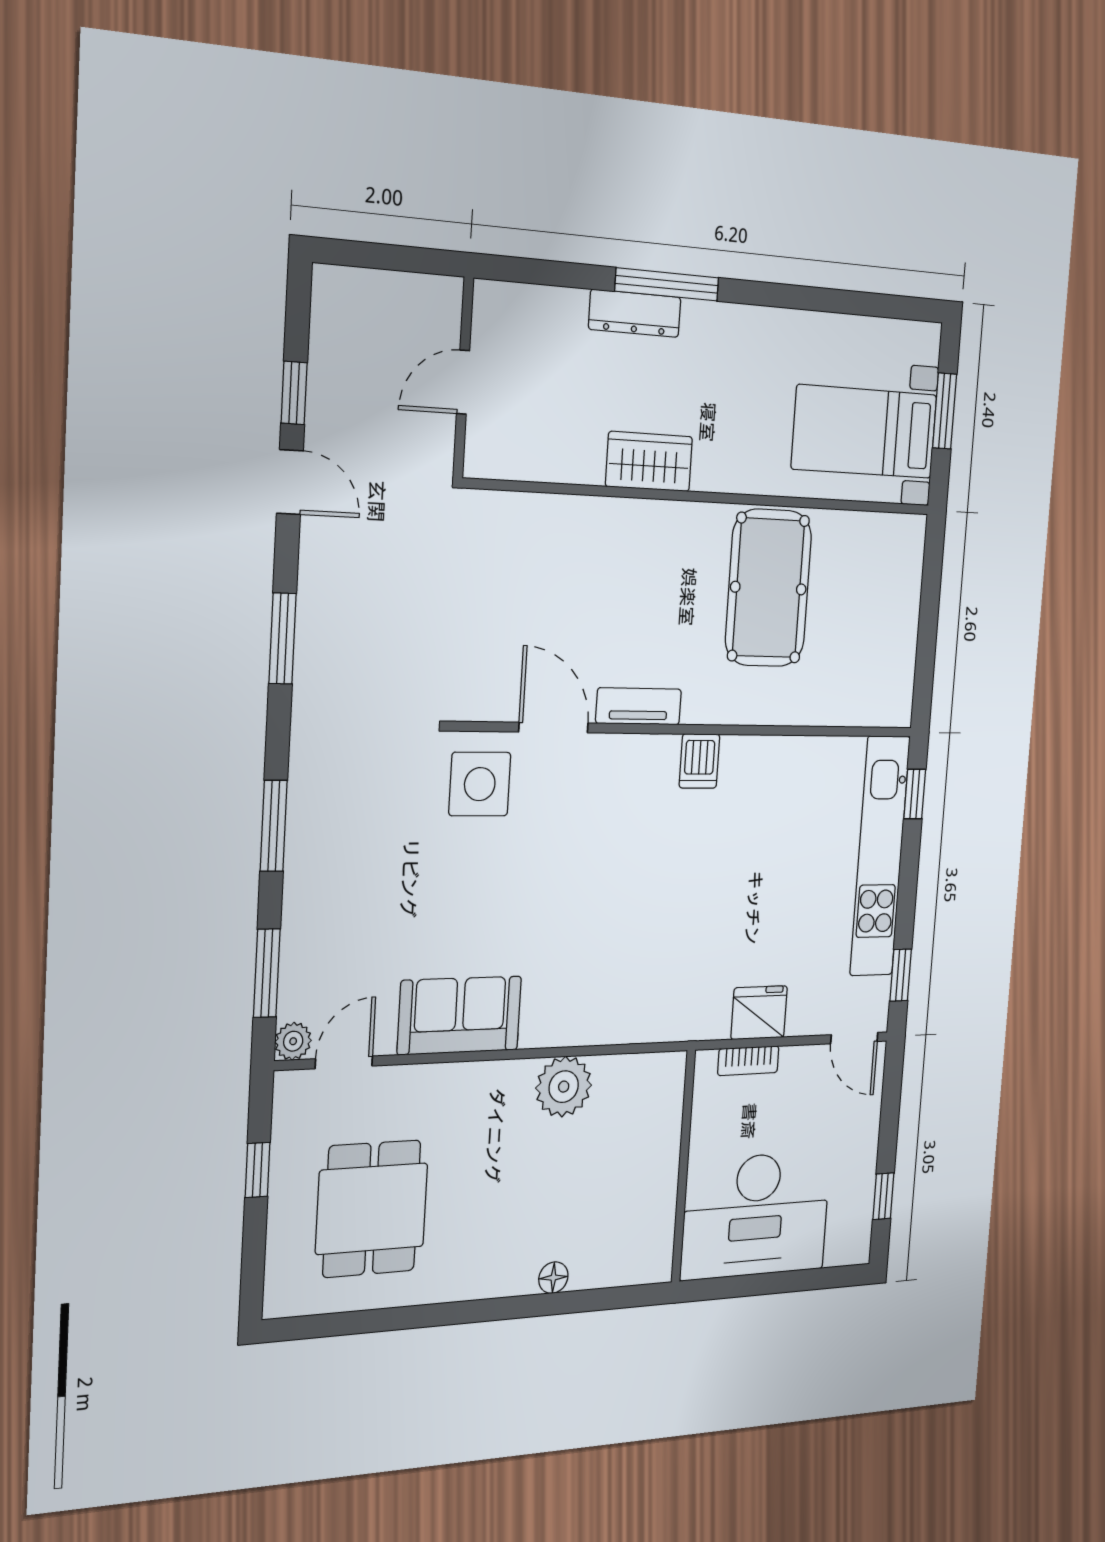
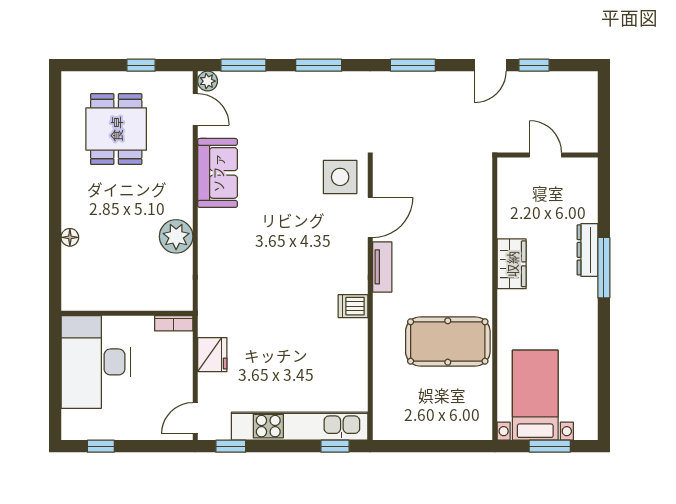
bookcase: (748, 1061) -> (174, 323), moved, turned -90
dining table: (372, 1209) -> (116, 129), turned 90

